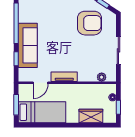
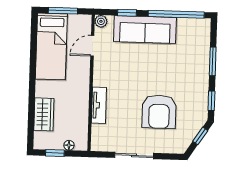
armchair: (90, 23) -> (159, 112), moved
tv unit: (64, 77) -> (99, 105), moved
plant: (102, 77) -> (101, 21), moved
door: (41, 83) -> (92, 46), hinge flipped

